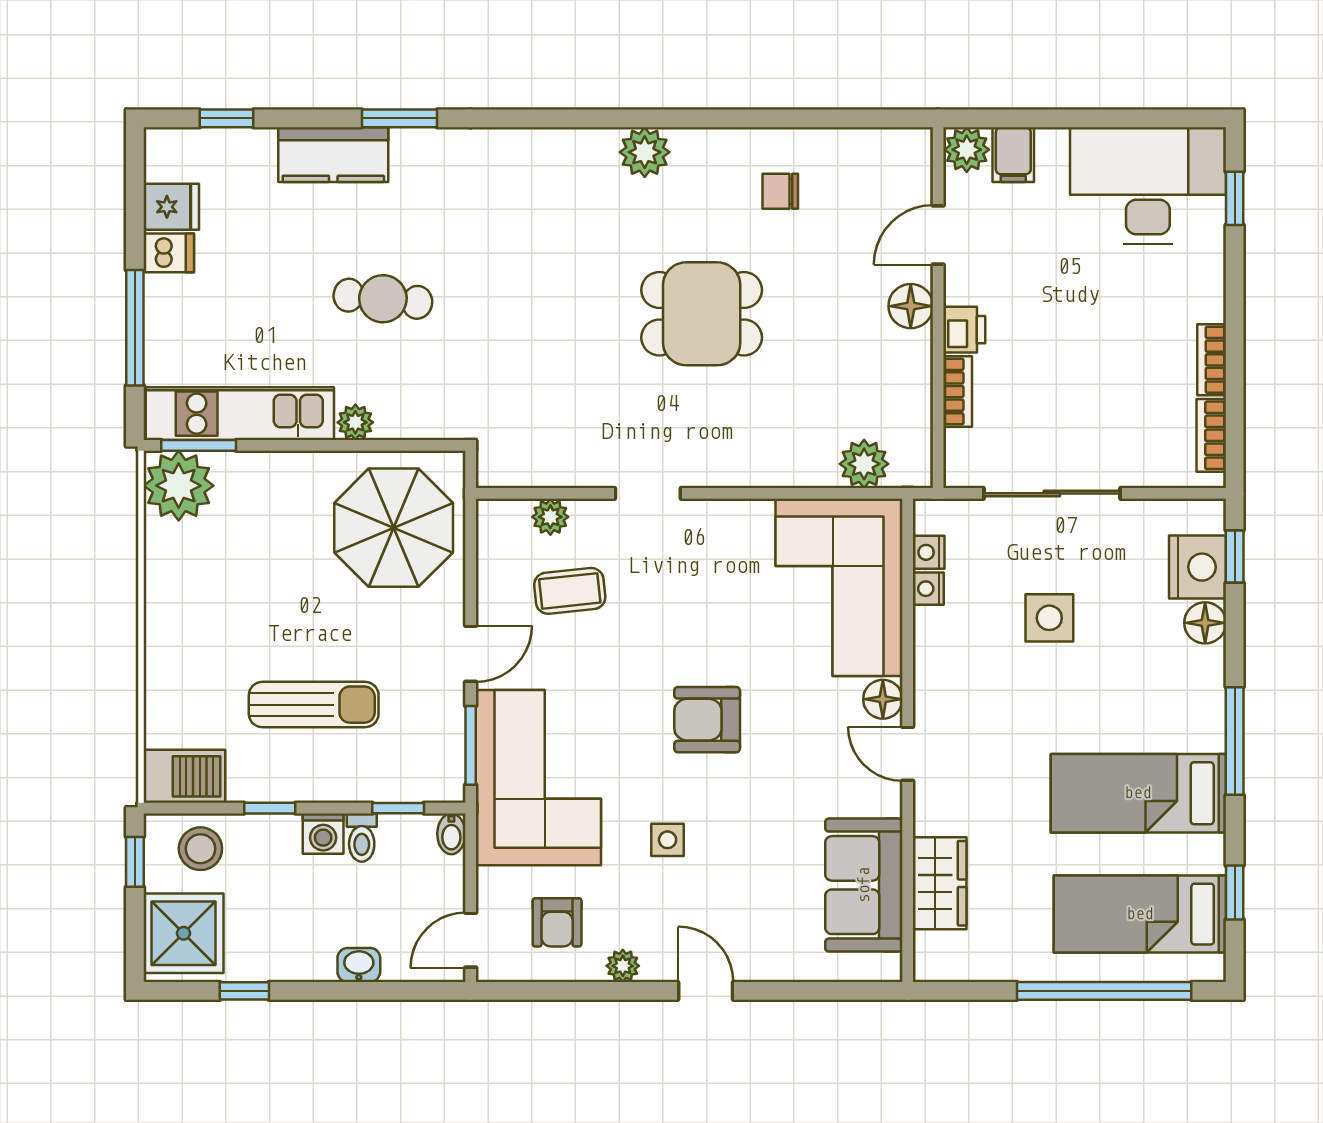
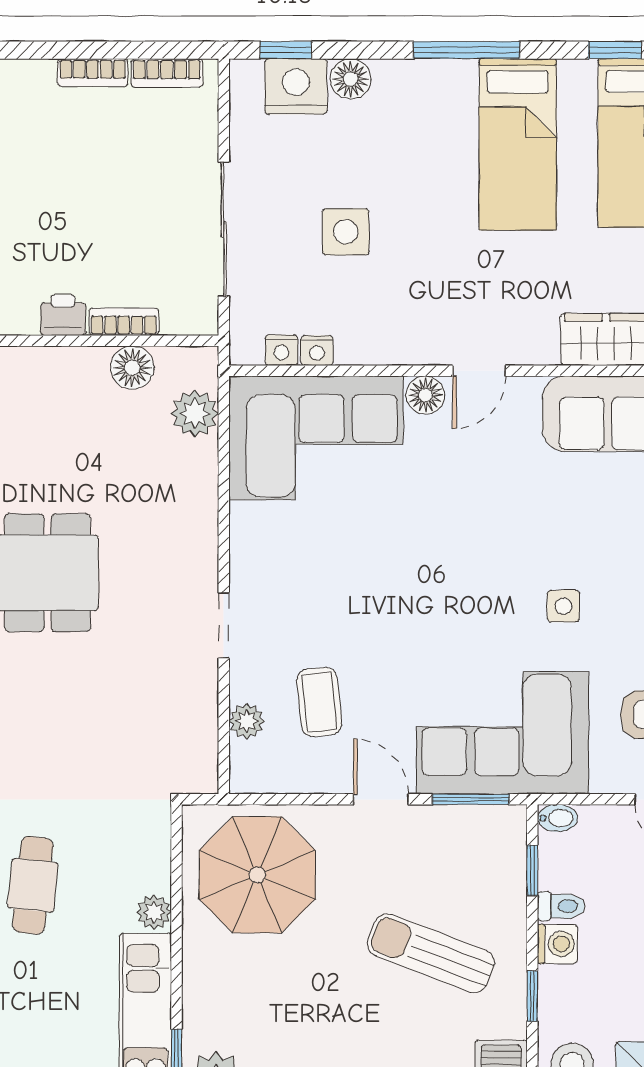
floor lamp: (911, 306) -> (132, 368), moved
sun lounger: (314, 705) -> (431, 953), turned -69
armchair: (707, 720) -> (446, 567), removed

